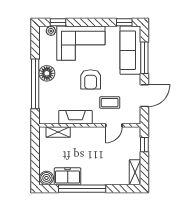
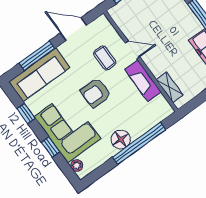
window: (58, 22) -> (50, 147), moved
window: (124, 22) -> (26, 114), moved
armchair: (91, 79) -> (96, 93), turned 180
door: (114, 125) -> (133, 50), moved

